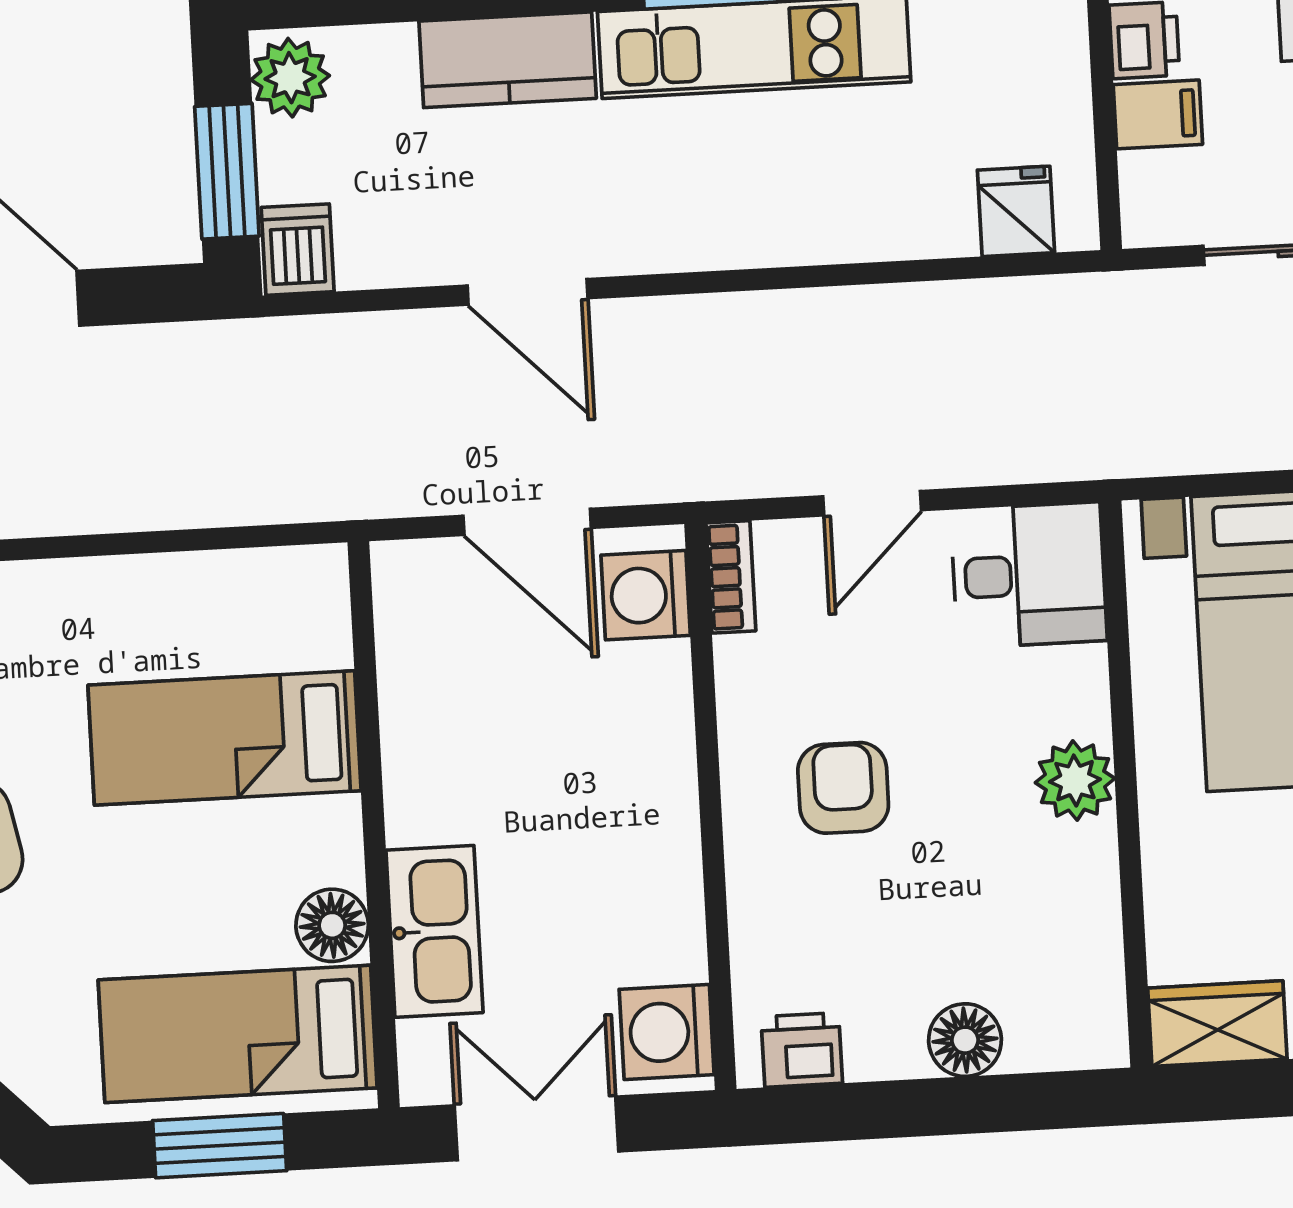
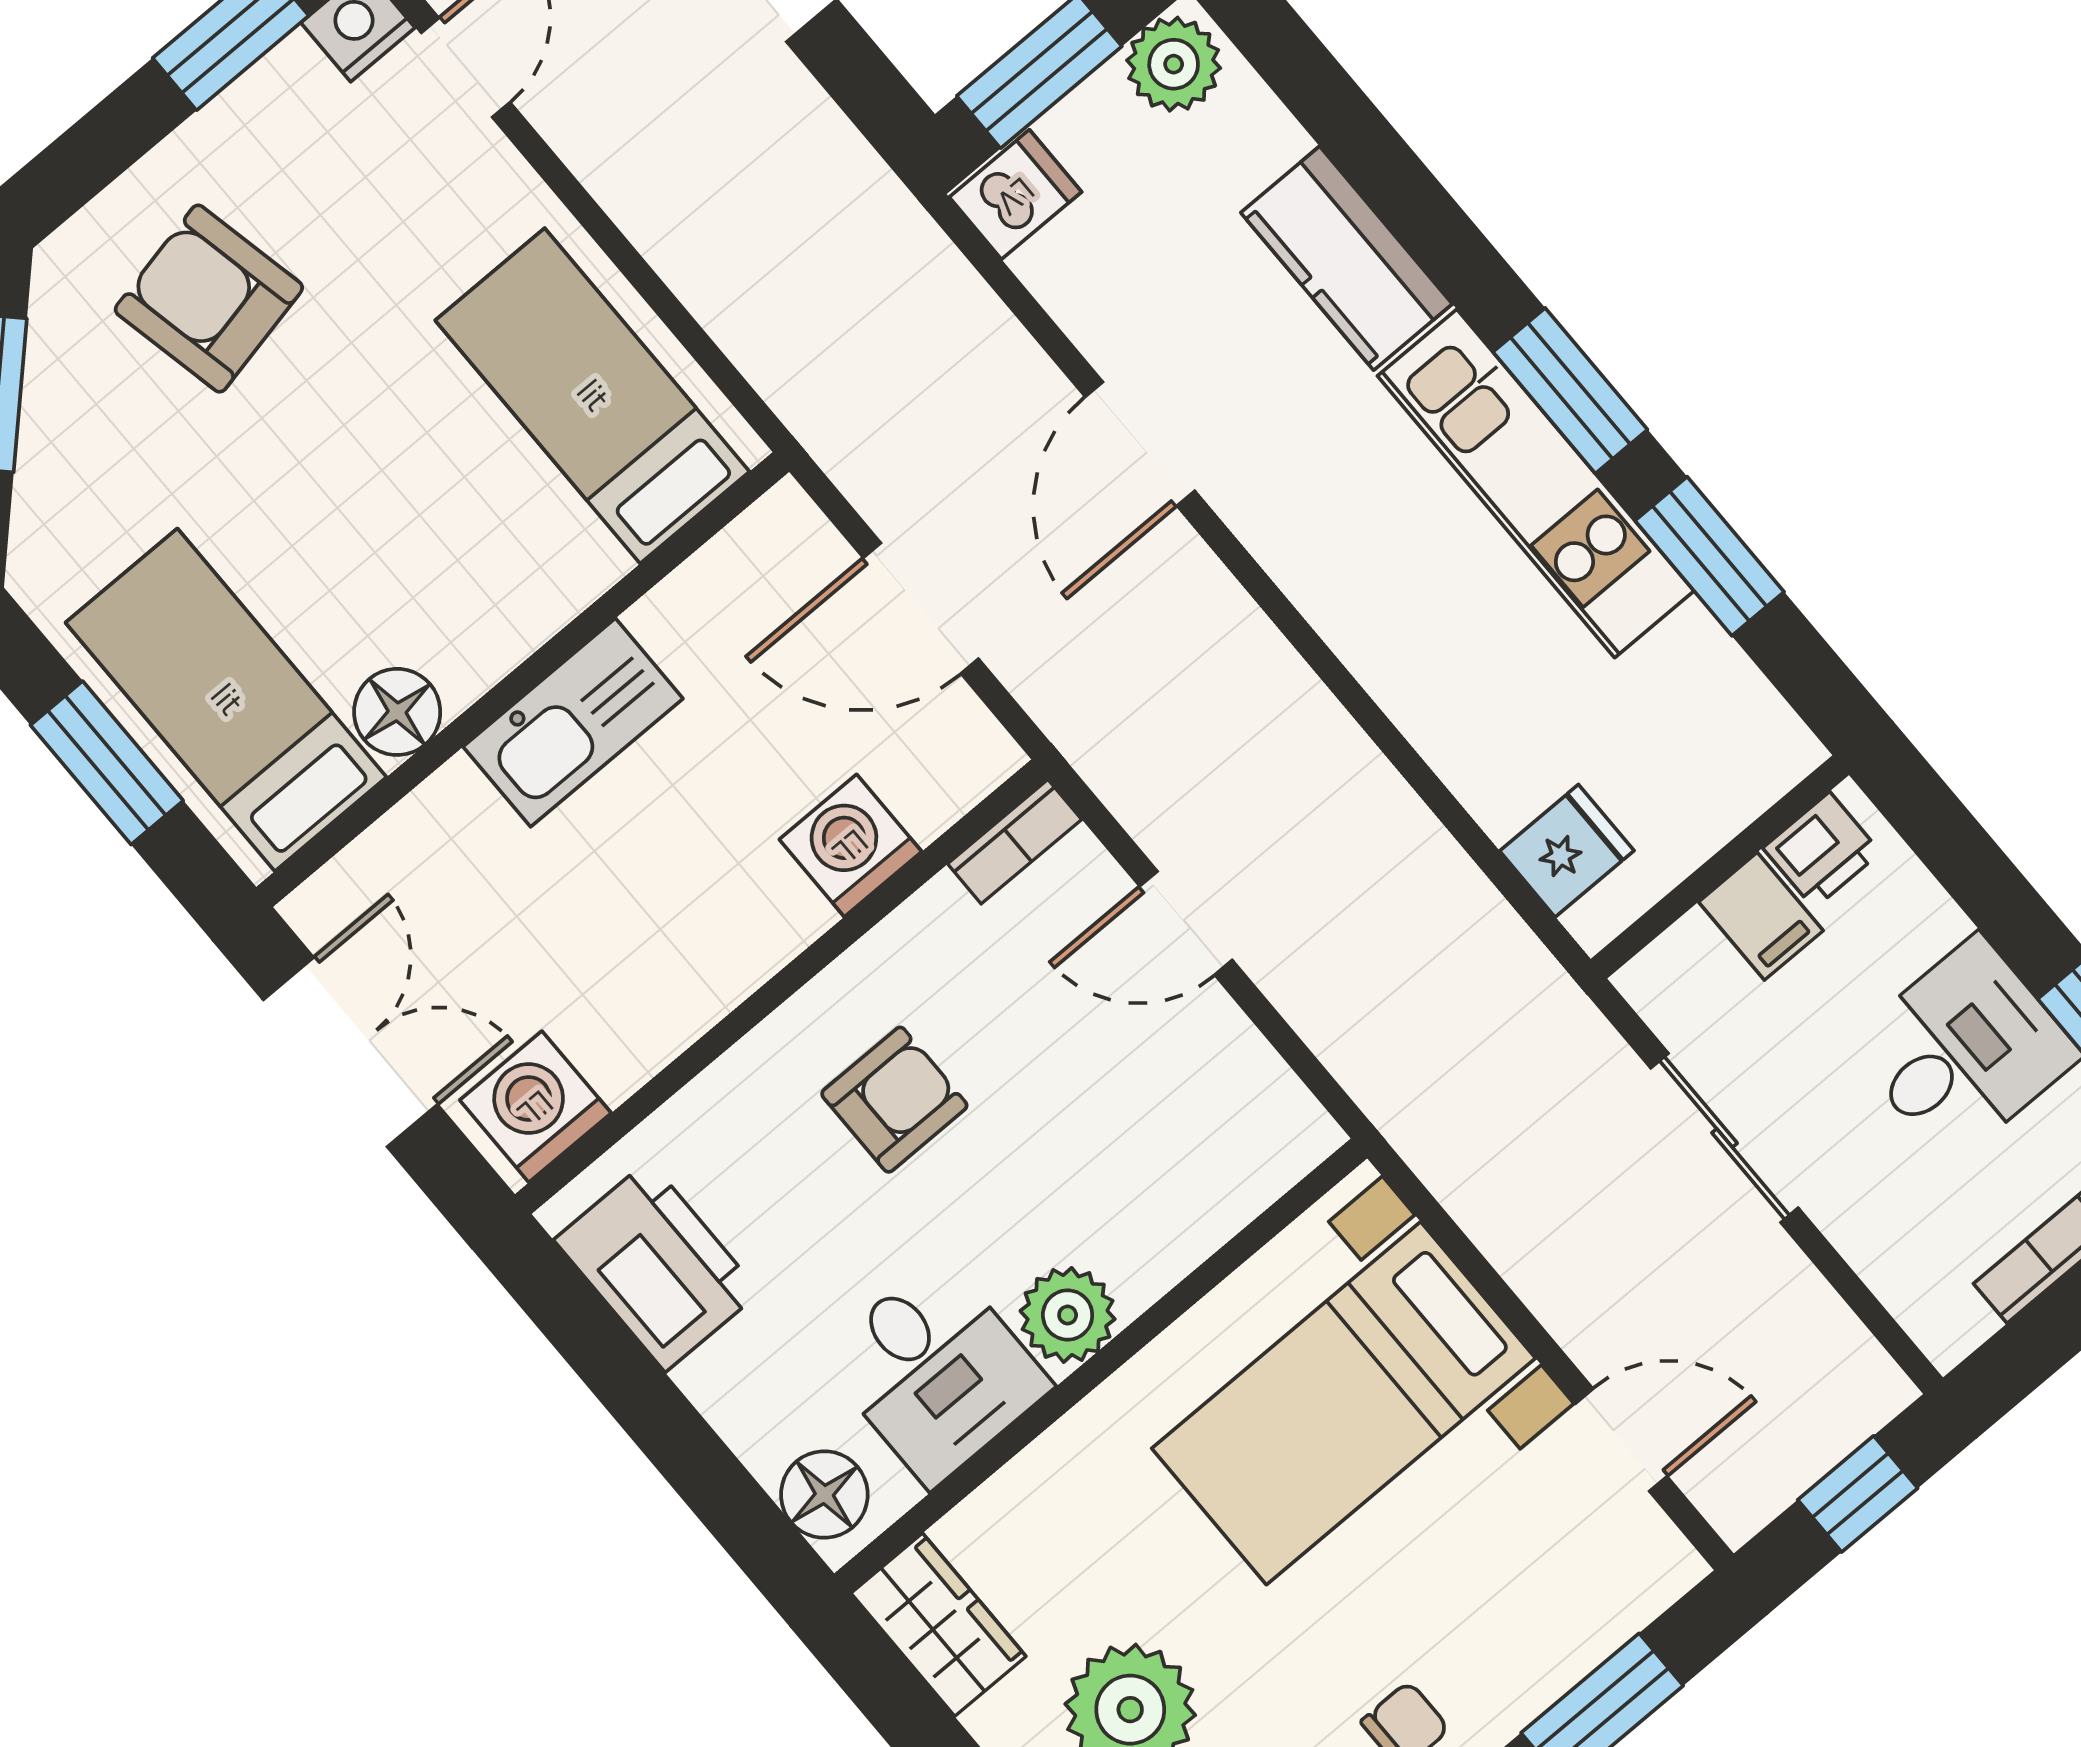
door: (527, 522) -> (921, 608), hinge flipped
desk: (1029, 575) -> (936, 1371), moved
washing machine: (646, 595) -> (850, 846), moved
bed: (225, 738) -> (592, 396), moved
kitchen sink: (434, 931) -> (573, 723), moved
floor lamp: (965, 1040) -> (824, 1495), moved
printer: (802, 1050) -> (657, 1266), width x1.87, depth x1.48

